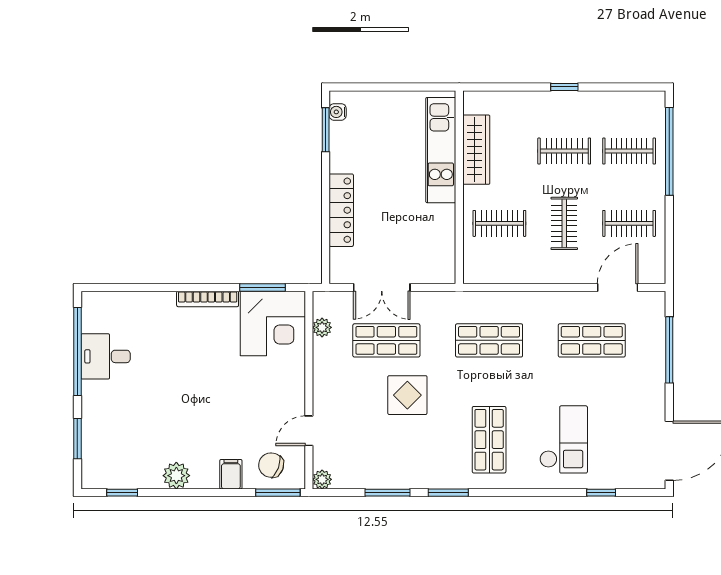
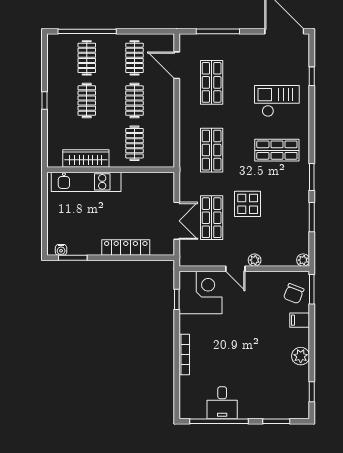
clothes rail: (564, 223) -> (134, 101), turned 90
window: (262, 287) -> (177, 299), width x0.67
bookcase: (208, 299) -> (184, 354), moved
plant: (322, 327) -> (255, 260), moved
door: (309, 431) -> (235, 269), moved

